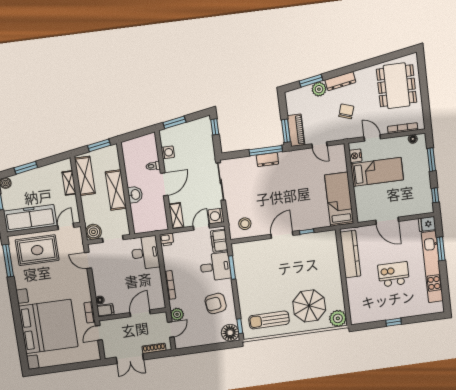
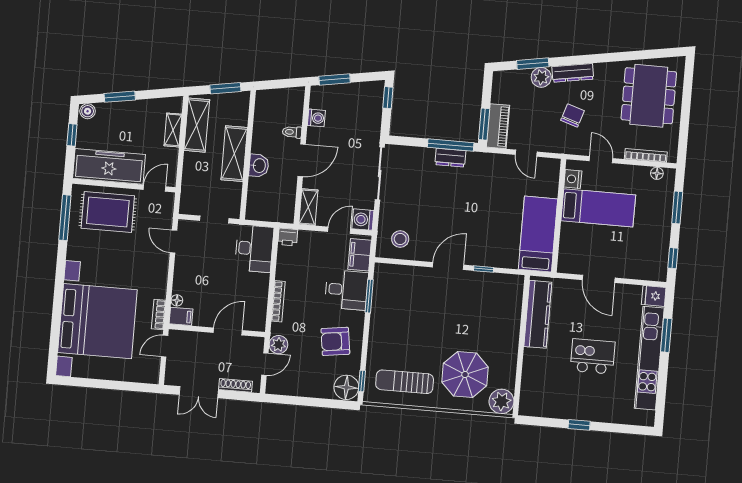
boiler: (93, 232) -> (190, 204), removed

